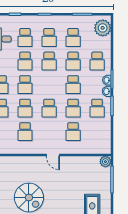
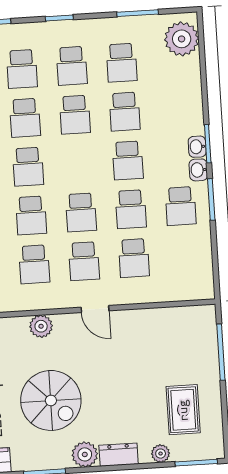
school desk: (97, 61) -> (84, 261), moved
plant: (105, 162) -> (41, 326), moved

